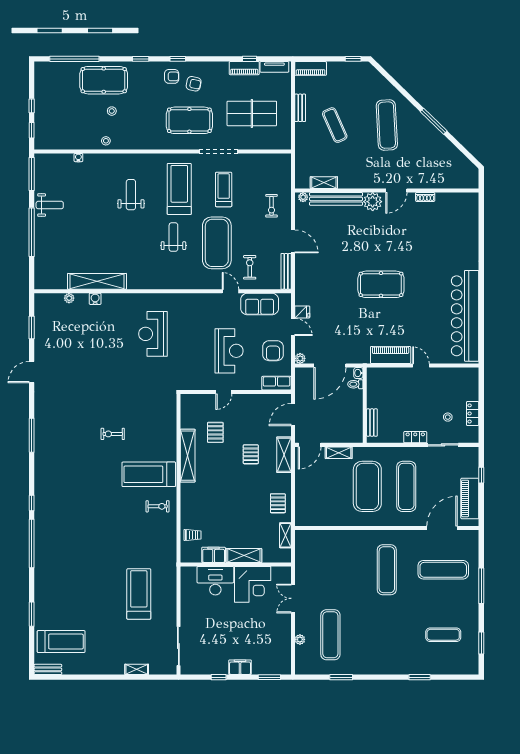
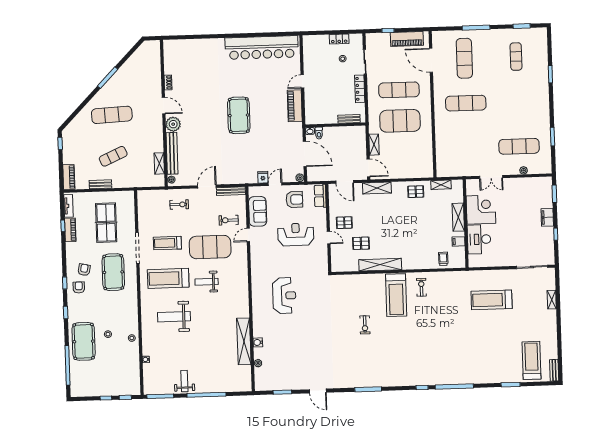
weight bench: (131, 195) -> (174, 317), width x1.36, depth x1.33
reception desk: (153, 334) -> (284, 296), turned -90
locker: (415, 437) -> (360, 89), width x1.53
pallet: (251, 454) -> (344, 223), moved
filing cabinet: (214, 555) -> (458, 241), width x0.50

